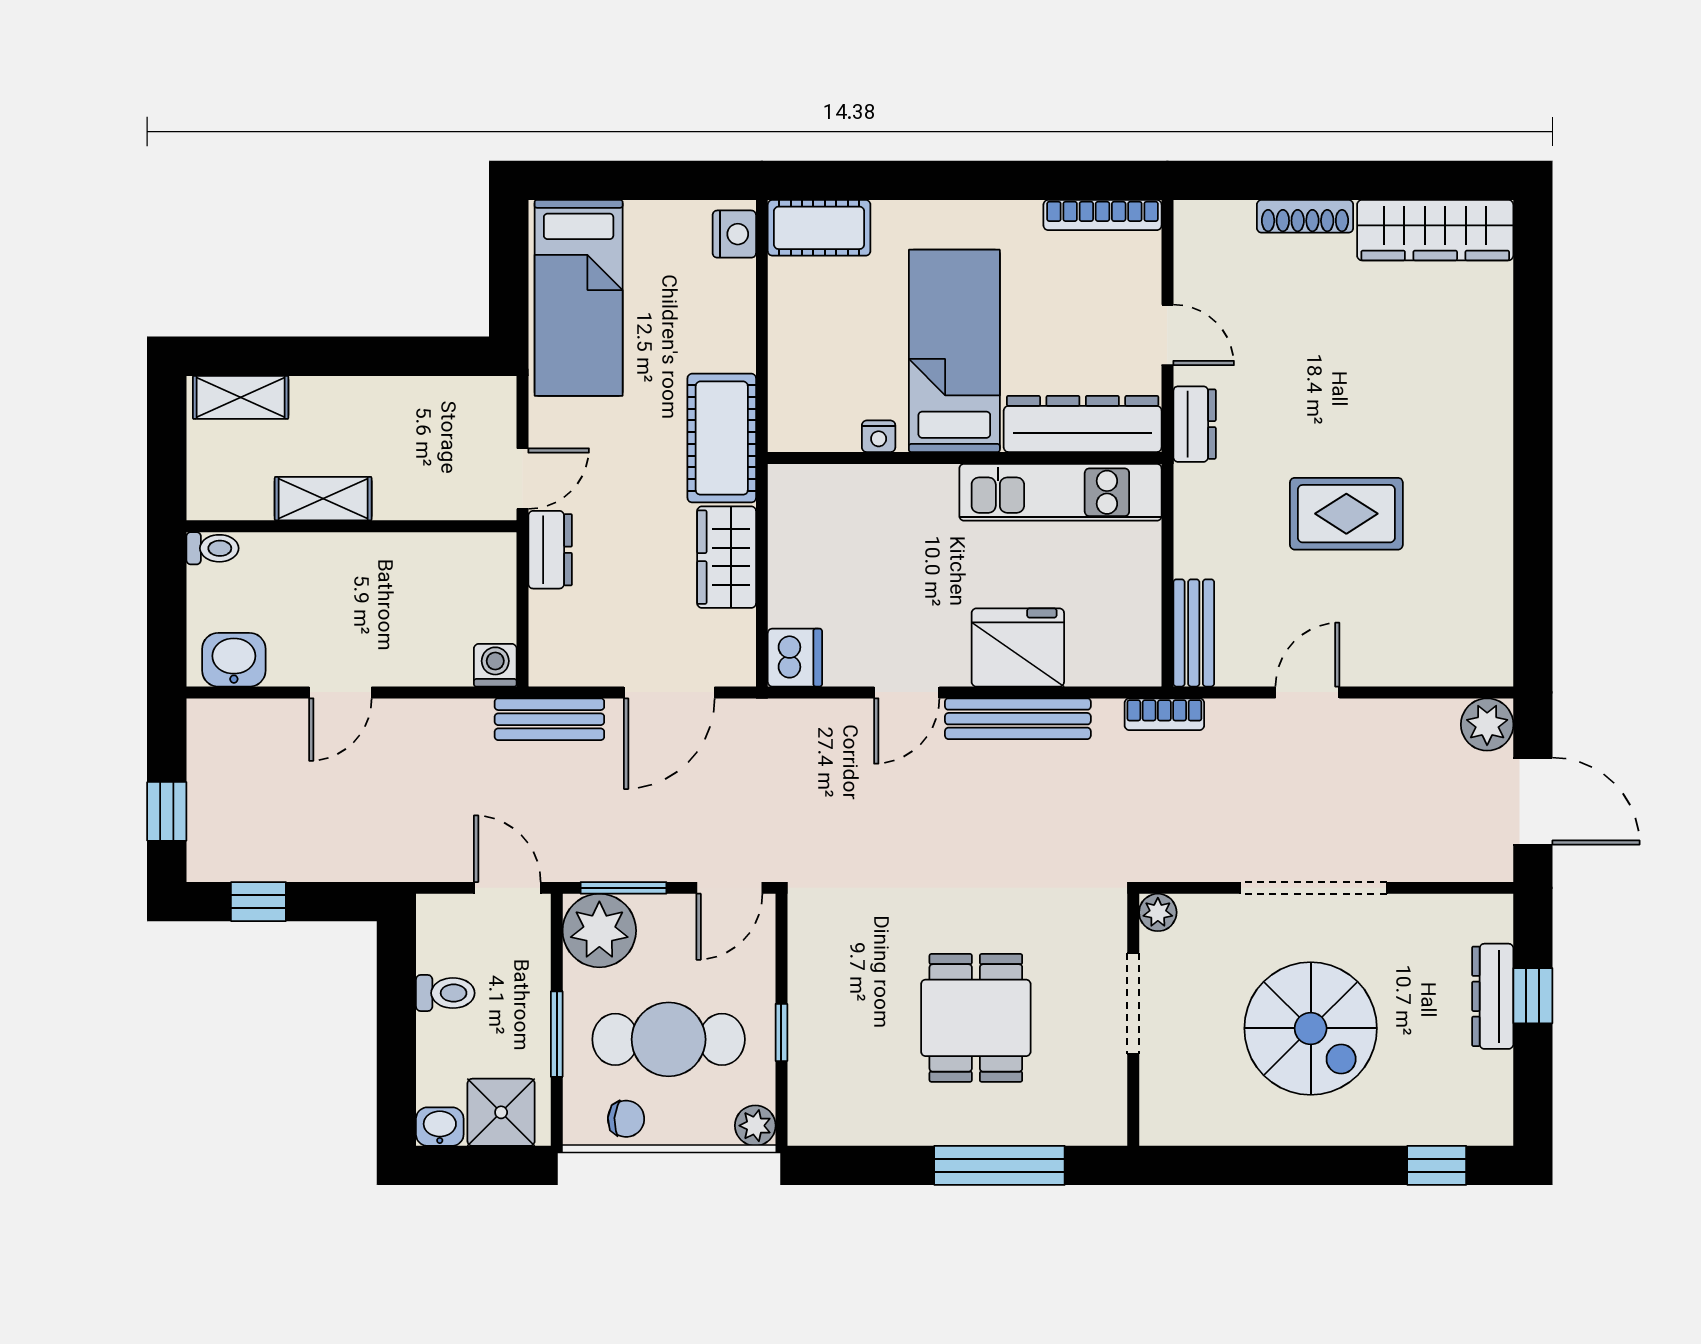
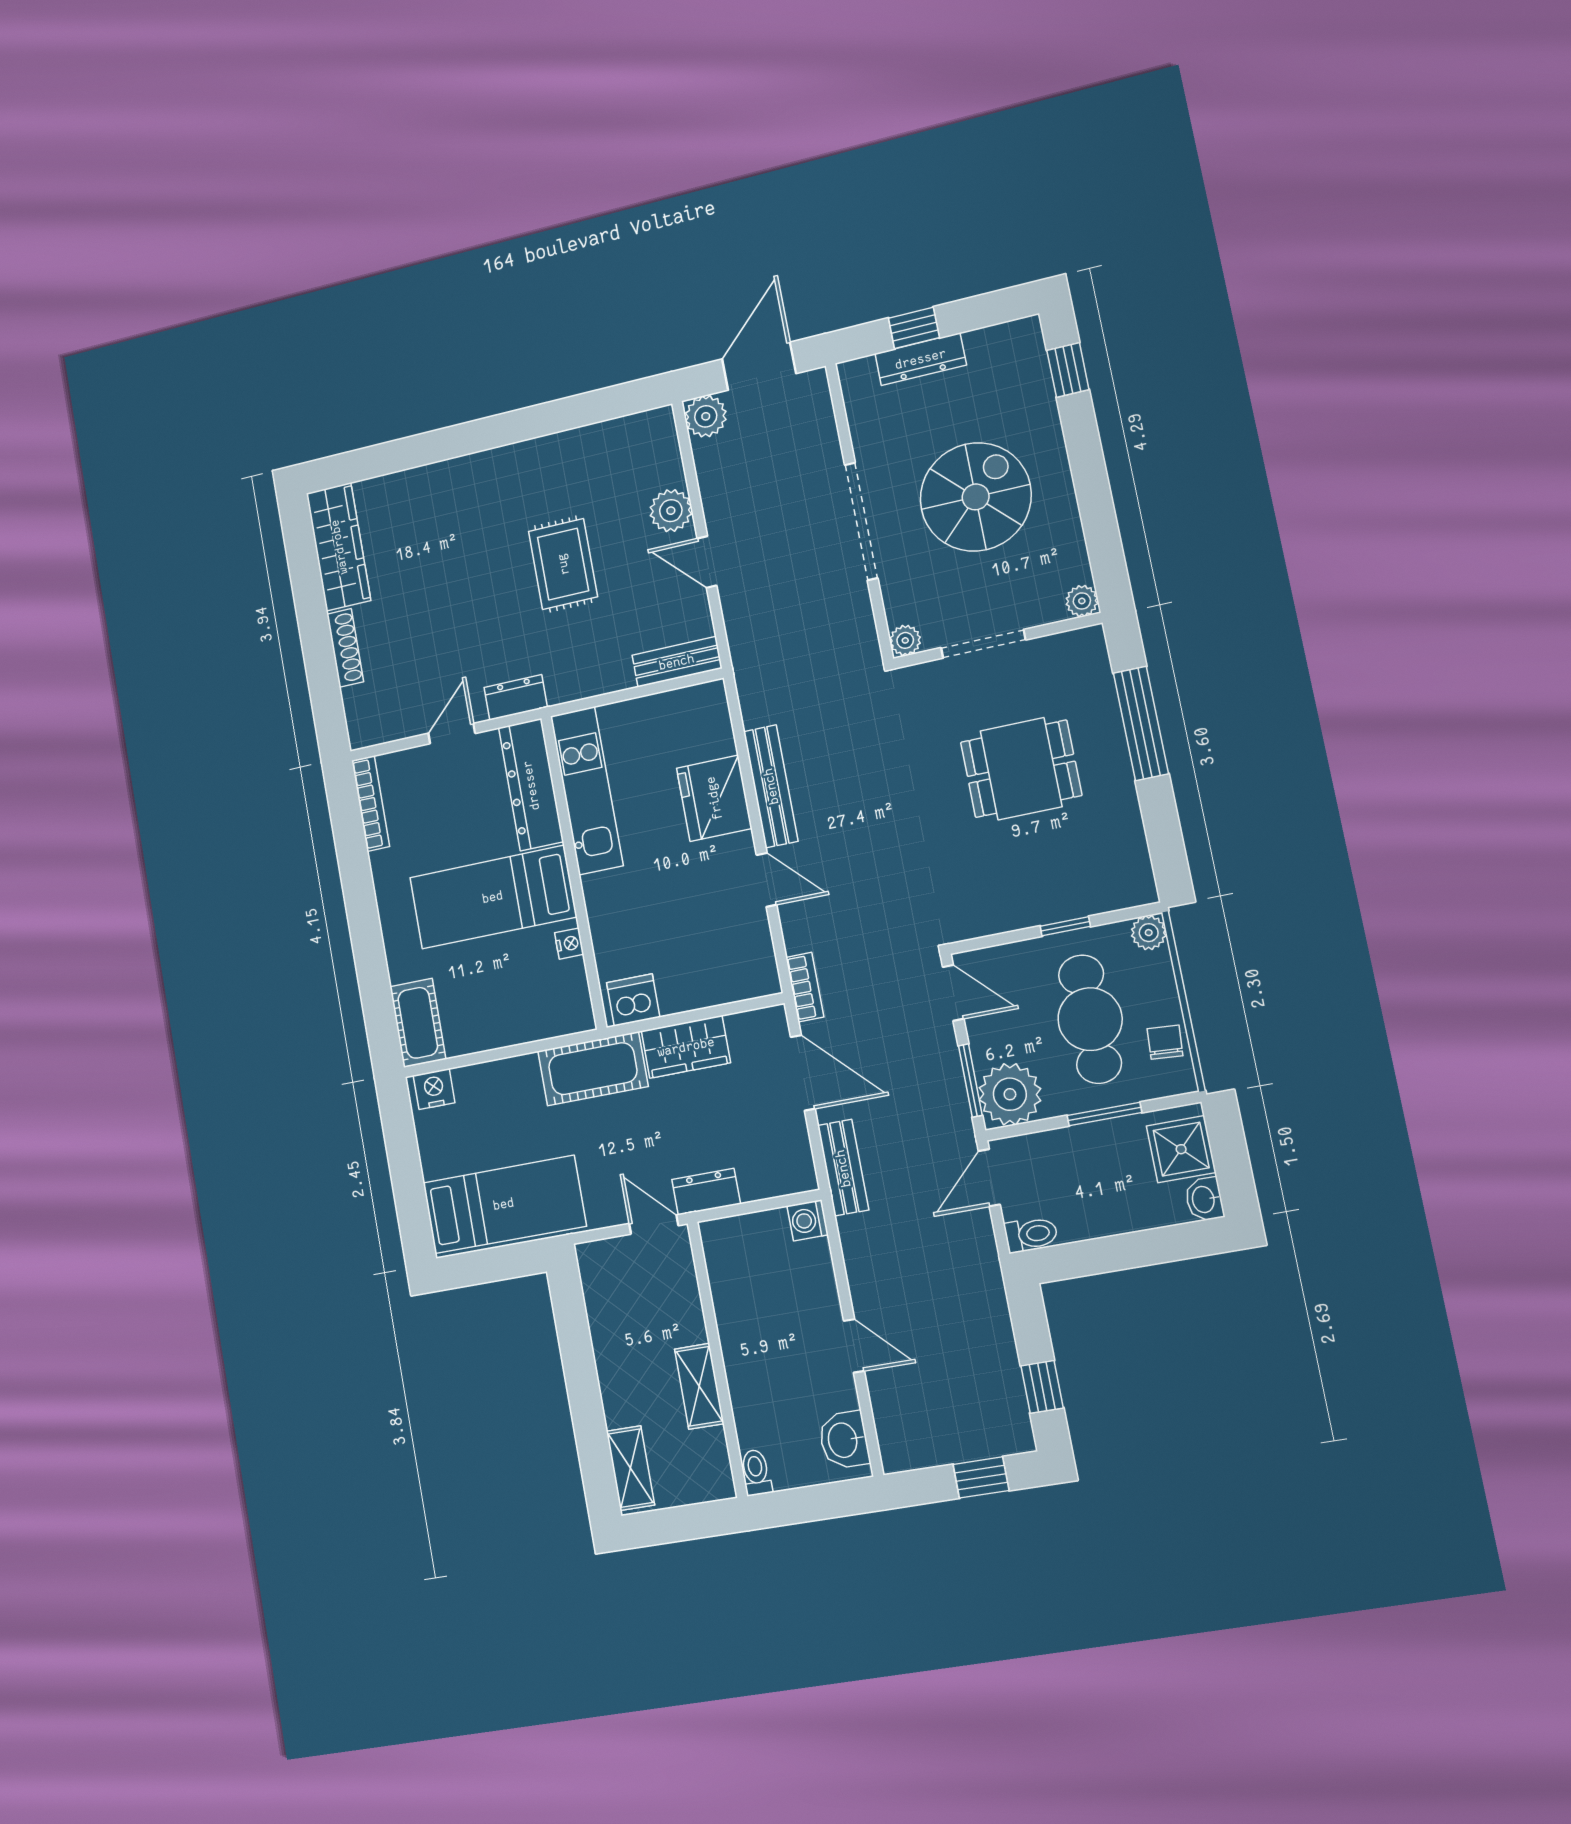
dishwasher: (795, 658) -> (633, 1000), moved
plant: (1381, 660) -> (671, 511), added
bookcase: (1164, 714) -> (805, 987), moved
toilet: (445, 993) -> (1031, 1234), moved, turned 90
plant: (1158, 1127) -> (1082, 601), added

